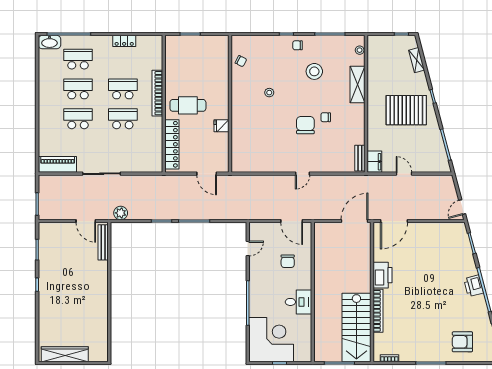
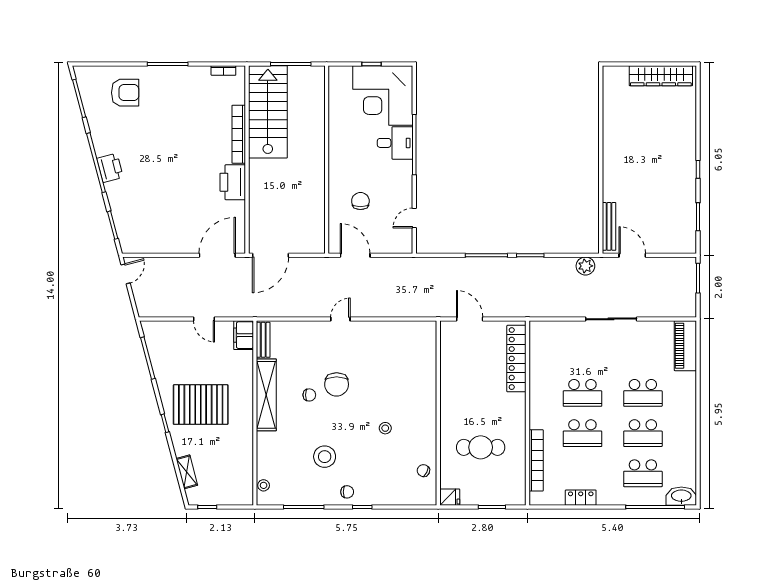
shelving: (358, 84) -> (266, 395), moved, width x1.47
bookcase: (157, 93) -> (536, 460), moved
cafe table: (188, 105) -> (481, 447), moved
fridge: (221, 126) -> (450, 497), moved
piano: (58, 164) -> (685, 346), moved, turned 90
desk: (299, 302) -> (395, 143), moved, turned 180

